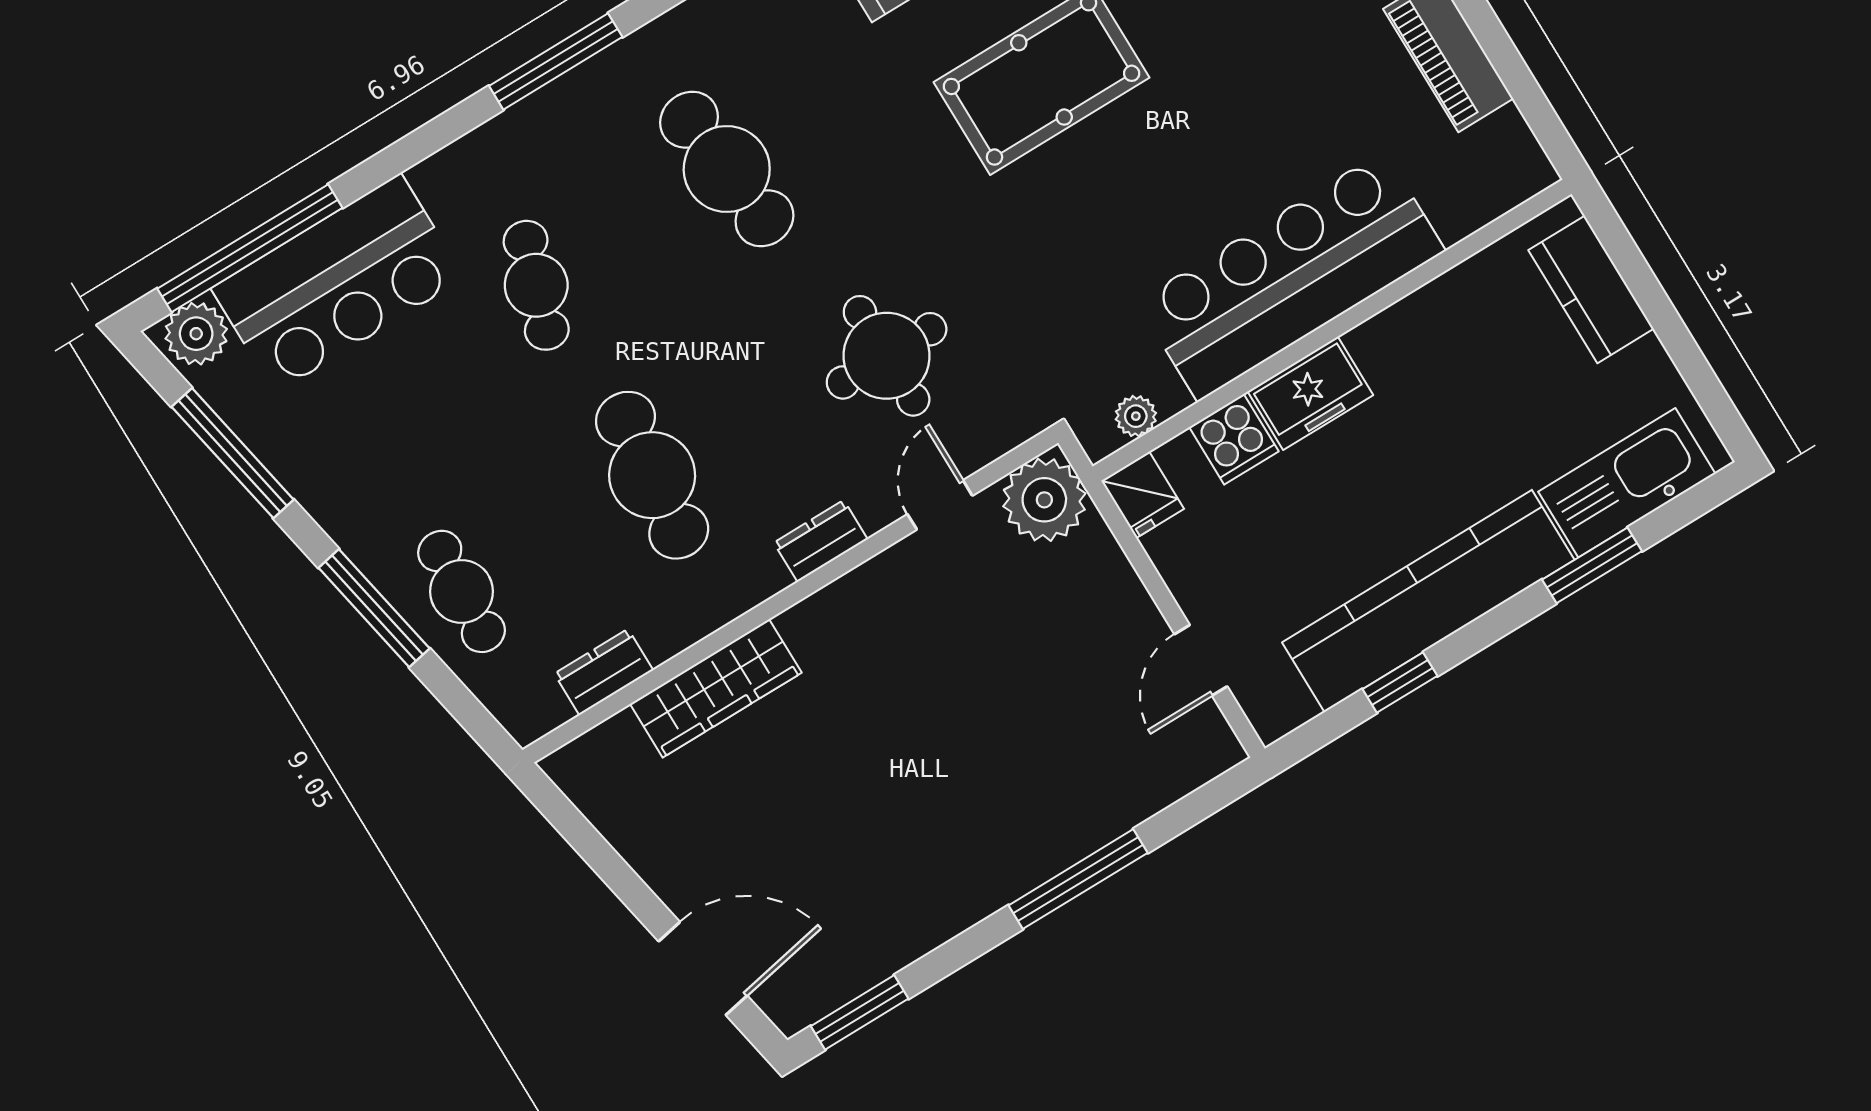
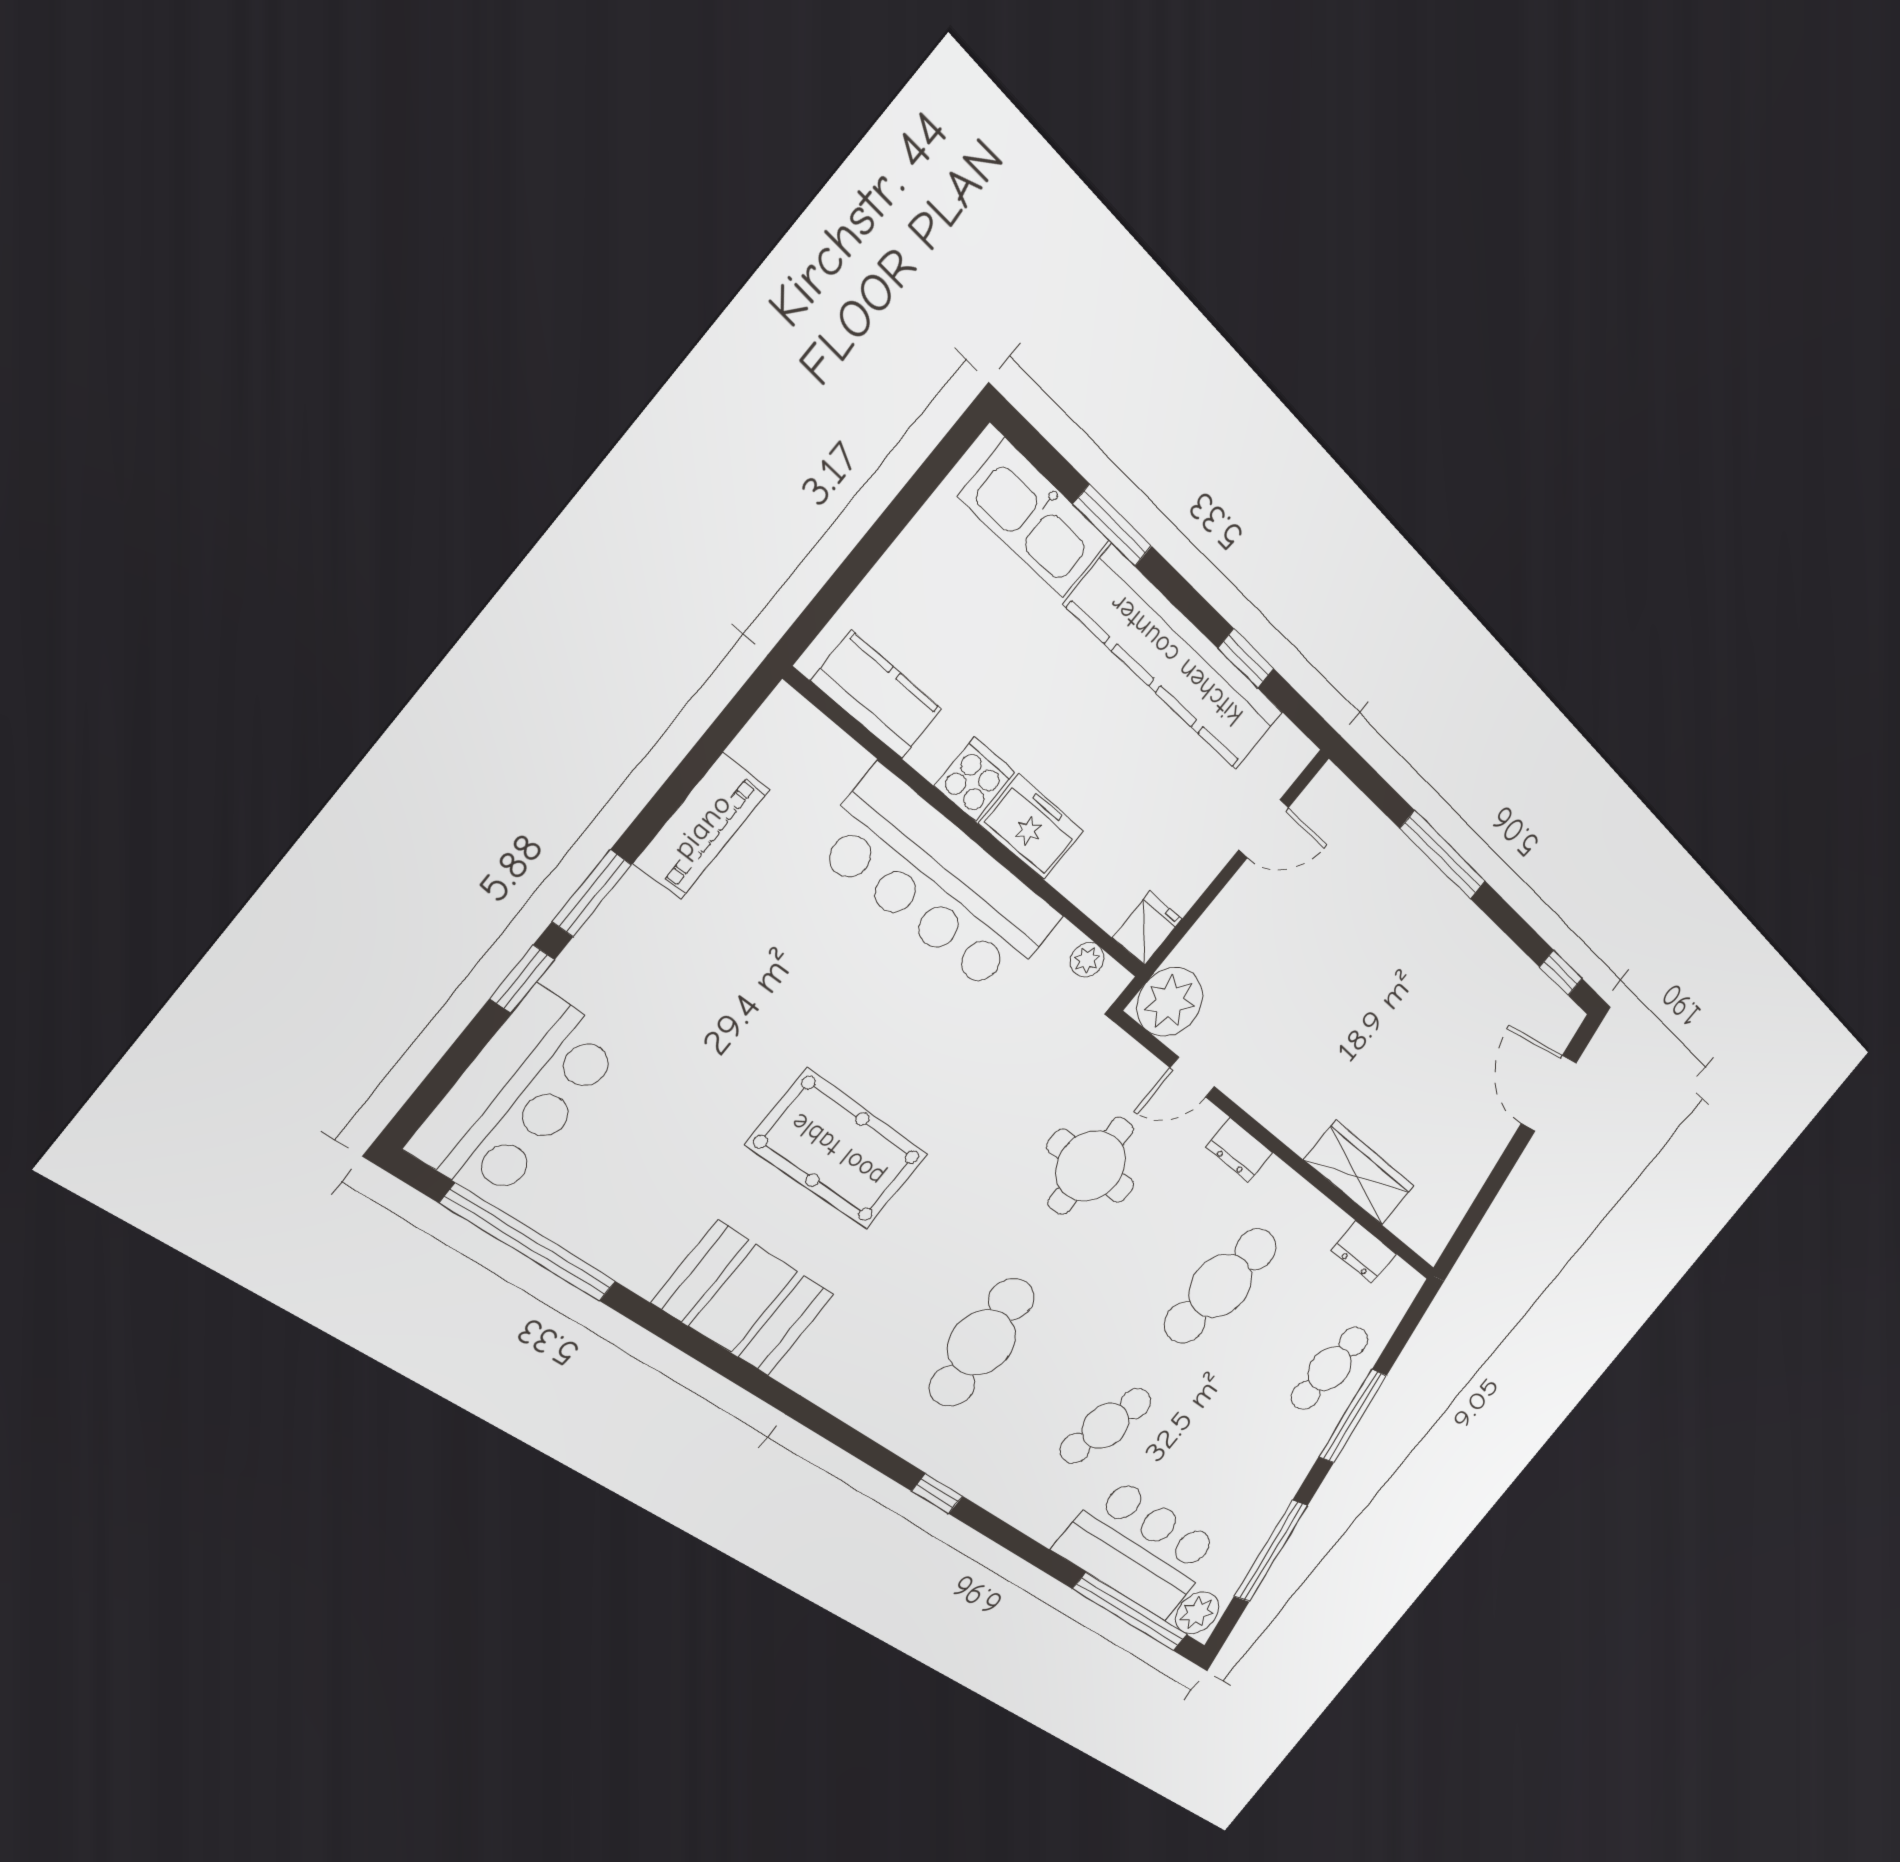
window: (556, 61) -> (937, 1494), width x0.46
kitchen counter: (1591, 289) -> (877, 695), moved, turned -90
cooker: (1234, 439) -> (975, 779), moved
window: (860, 1012) -> (1561, 973), width x0.67

